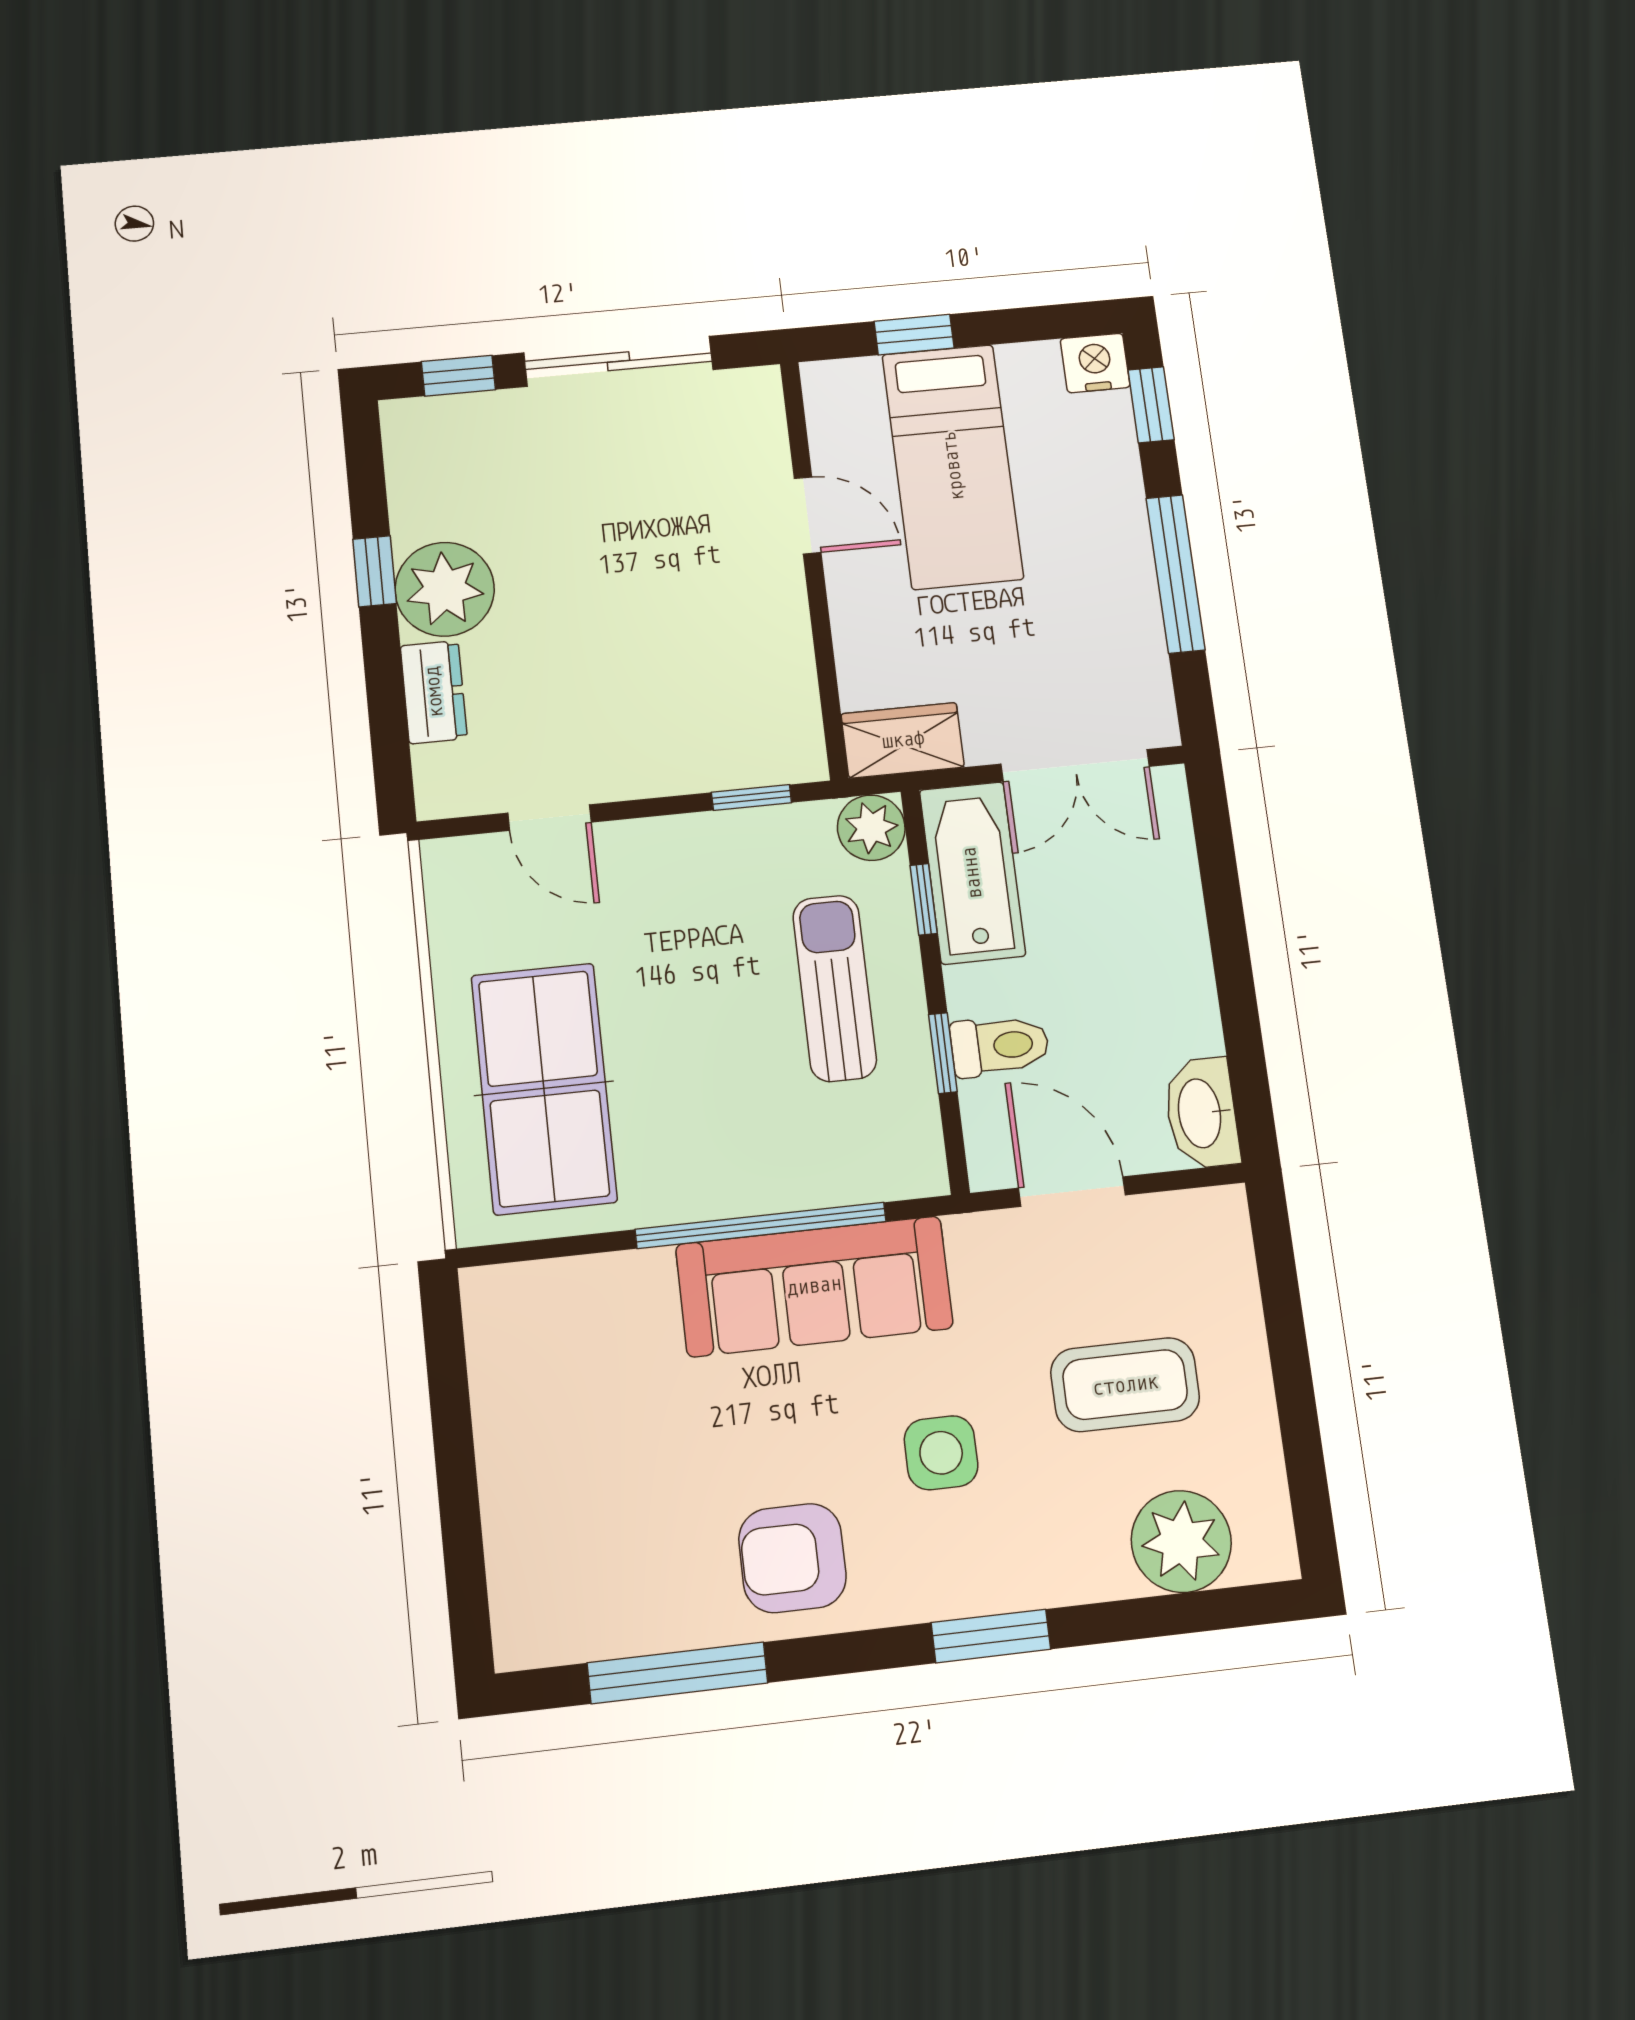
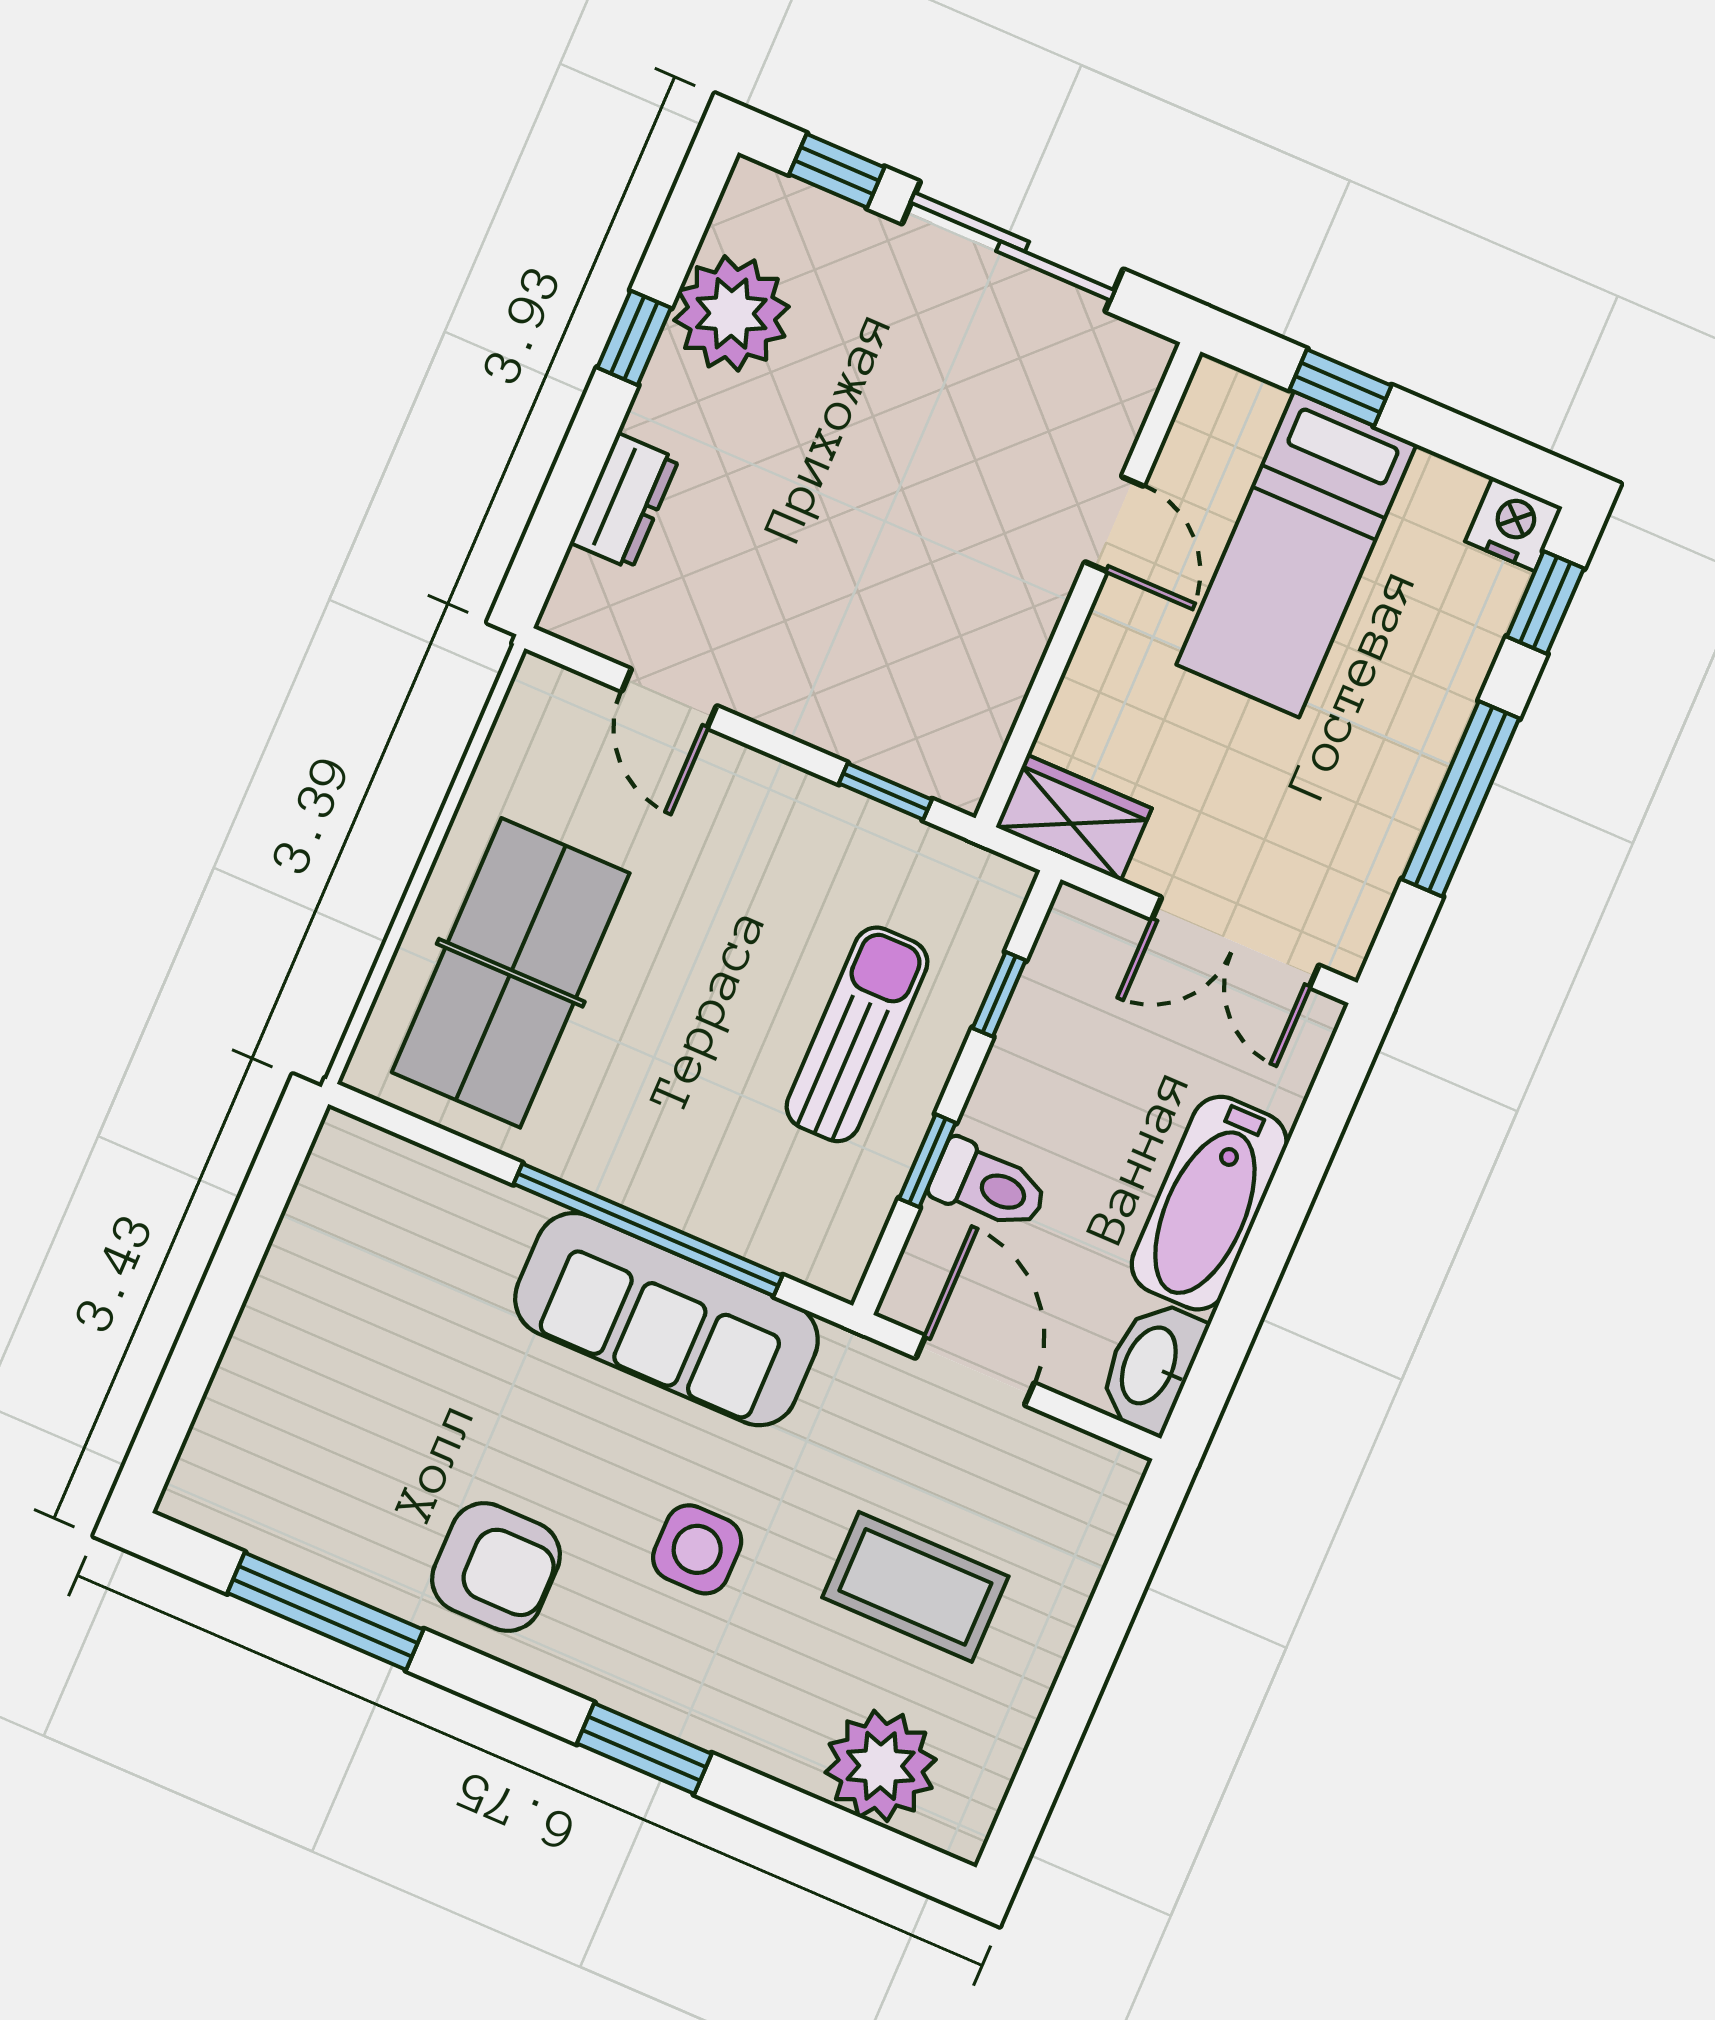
plant: (445, 589) -> (731, 313), moved
plant: (871, 828) -> (989, 891), removed
bathtub: (972, 873) -> (1209, 1203), moved, turned 180
armchair: (792, 1558) -> (496, 1567), turned 180

